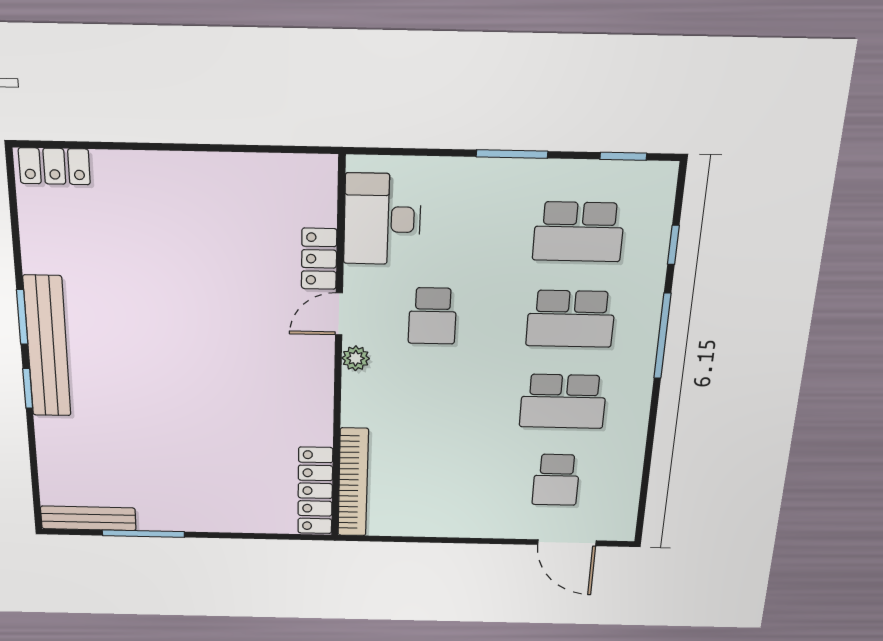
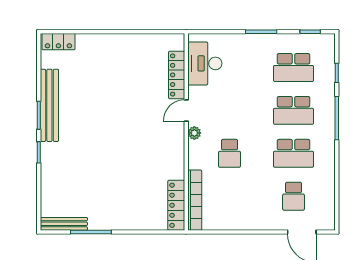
locker: (319, 259) -> (177, 75), width x1.53
school desk: (432, 316) -> (230, 153), moved
bench: (47, 347) -> (49, 105), moved

